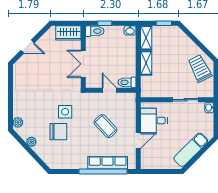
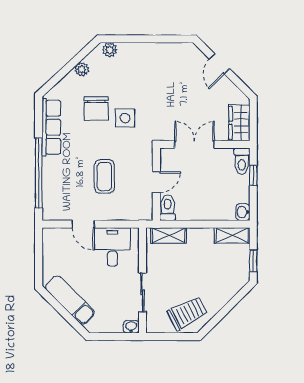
shelving: (146, 63) -> (169, 235), moved
coffee table: (105, 126) -> (104, 176), turned -47
row of seats: (108, 163) -> (51, 127), moved

